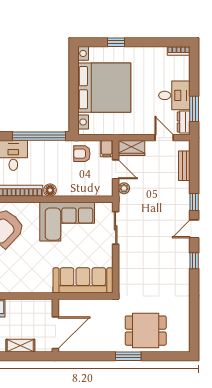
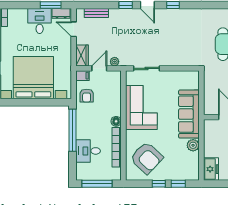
door: (164, 138) -> (74, 29), hinge flipped
sofa: (83, 280) -> (189, 114), moved
plant: (20, 286) -> (193, 145), added

